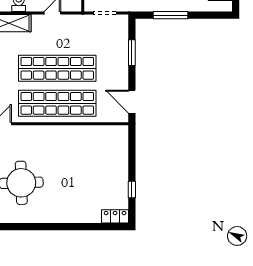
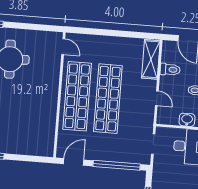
window: (132, 53) -> (117, 165), width x2.11

